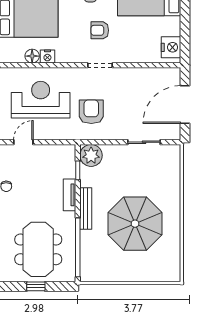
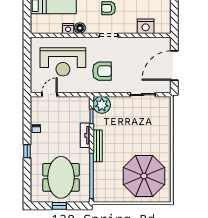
nightstand: (171, 47) -> (146, 26), moved, turned 90
floor lamp: (32, 56) -> (80, 28), moved
reception desk: (41, 100) -> (63, 62), turned 180
armchair: (91, 112) -> (102, 71), turned 90
parasol: (135, 224) -> (144, 176), moved

